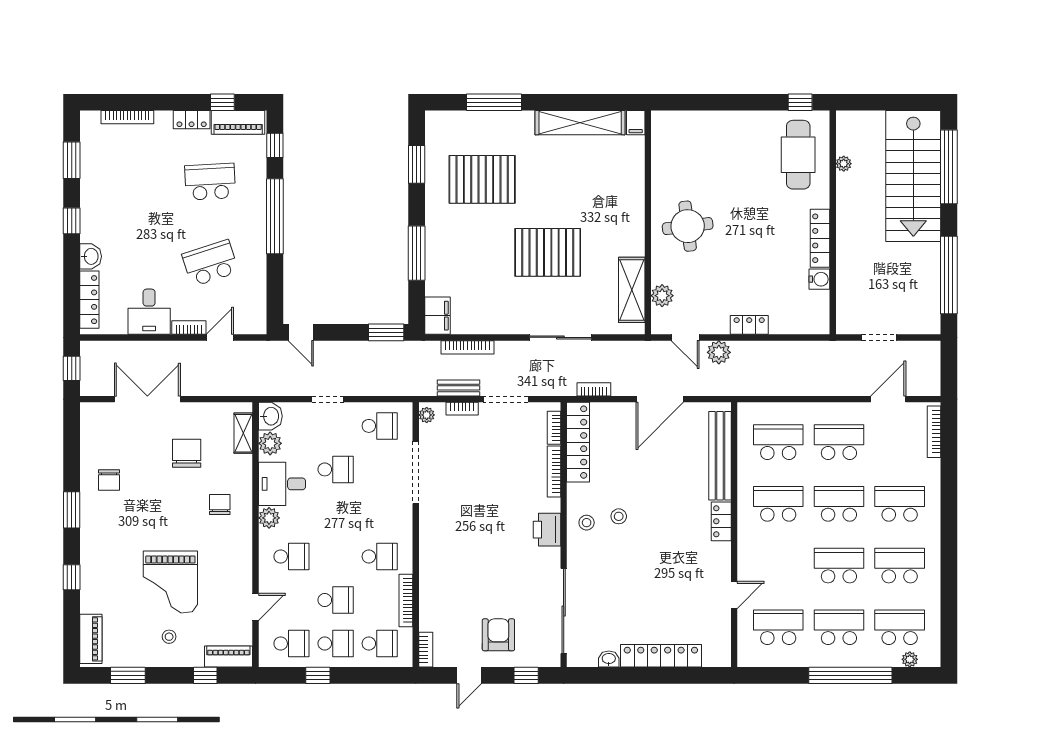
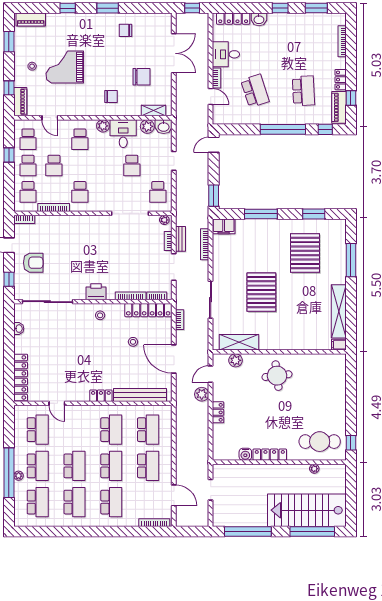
stool: (619, 516) -> (133, 342), moved
locker: (661, 656) -> (21, 377), moved
plant: (910, 659) -> (19, 476), moved

